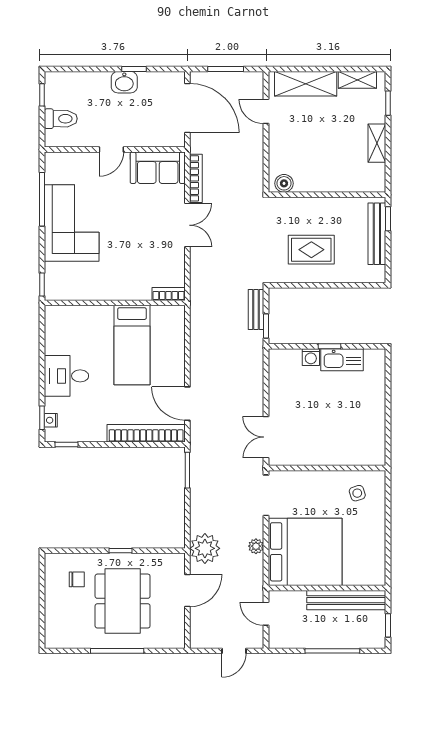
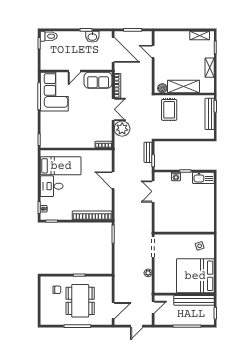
washbasin: (124, 82) -> (92, 37), moved
shelving: (306, 84) -> (184, 86), moved
toilet: (61, 119) -> (49, 36), moved
corner sofa: (72, 223) -> (54, 92), moved
rug: (311, 250) -> (169, 110), moved, turned 90
bed: (132, 345) -> (61, 166), moved, turned -90
kitchen sink: (342, 360) -> (203, 178), moved
door: (187, 404) -> (113, 180), moved
double door: (266, 437) -> (153, 191), moved
plant: (205, 548) -> (122, 129), moved
bed: (305, 552) -> (195, 276), moved, turned 180
door: (187, 591) -> (113, 311), moved
door: (266, 614) -> (153, 307), swing flipped

